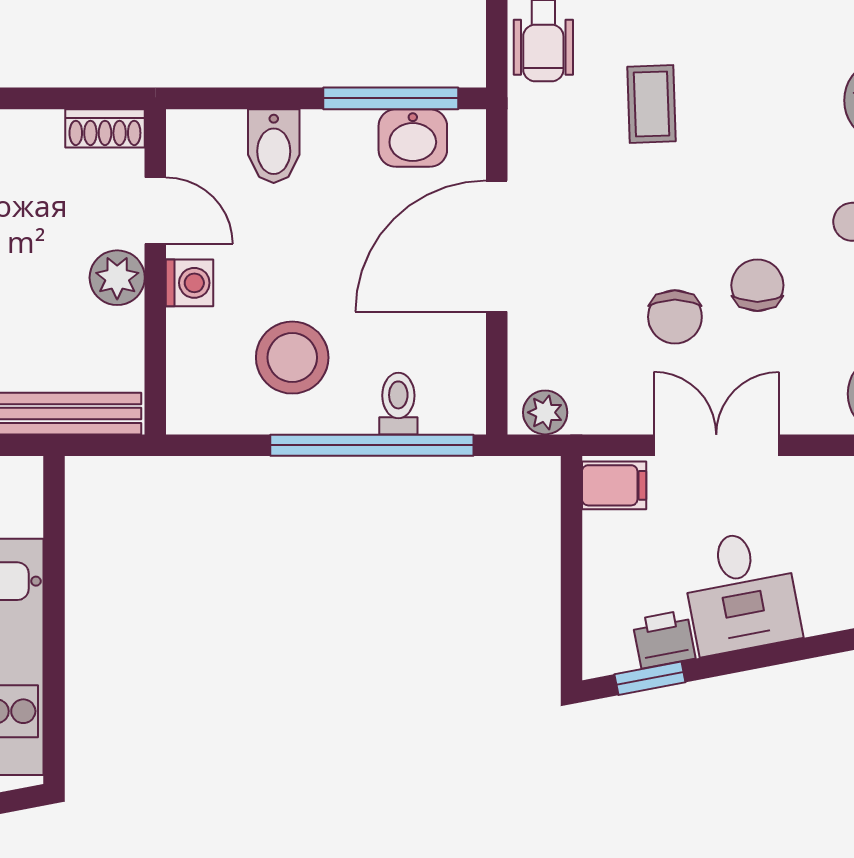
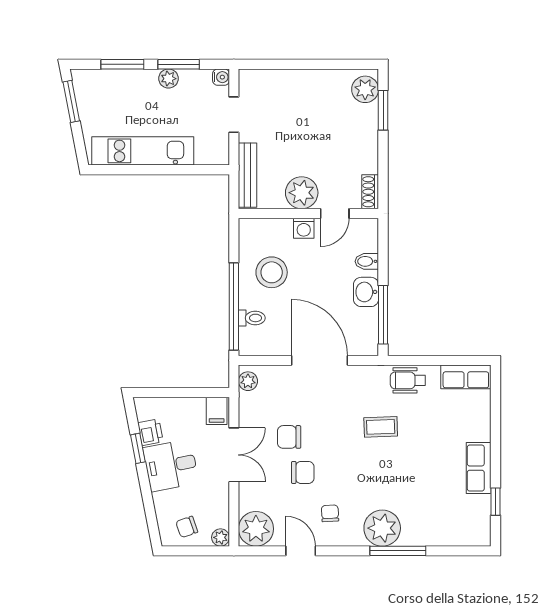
washbasin: (413, 138) -> (366, 292), moved
bidet: (274, 146) -> (367, 261), width x0.72, depth x0.74
plant: (117, 278) -> (302, 193), width x1.36, depth x1.36
window: (650, 678) -> (138, 448), moved

